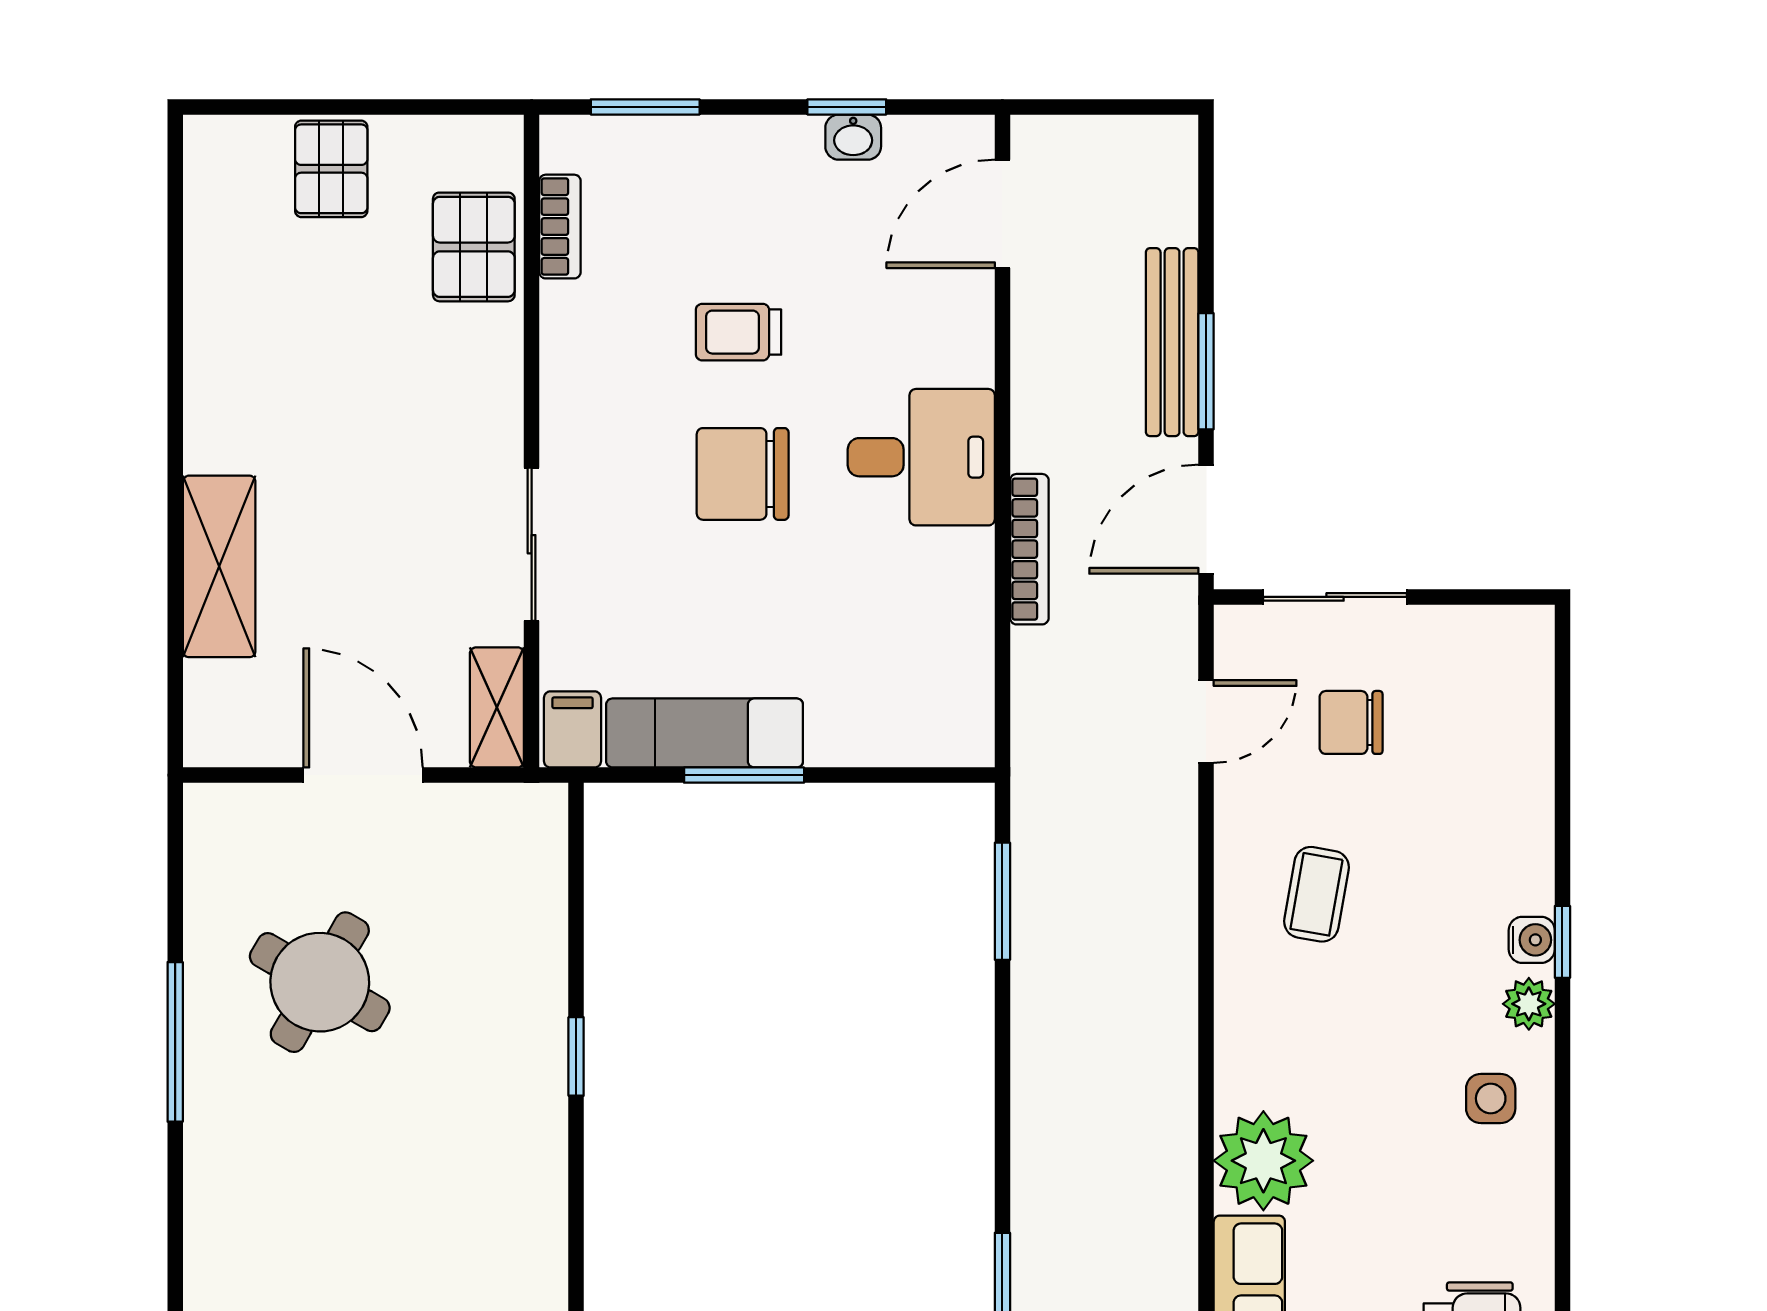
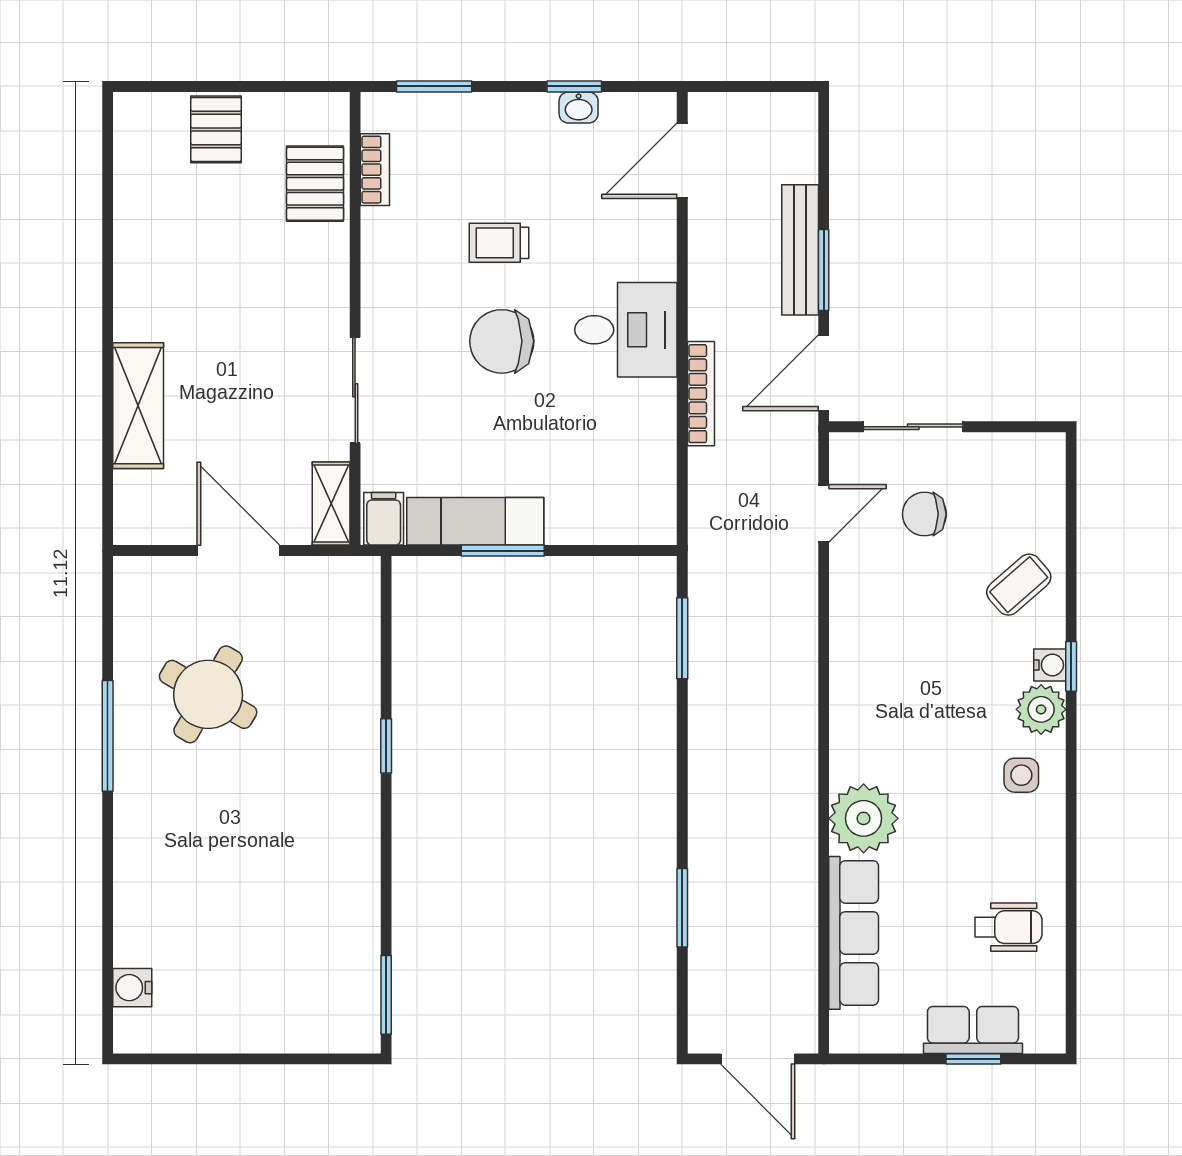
coffee table: (1316, 894) -> (1019, 585), moved, turned 39
plant: (1529, 1004) -> (1041, 709), width x1.38, depth x1.38

